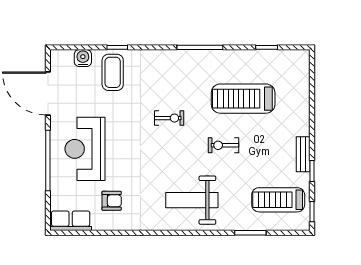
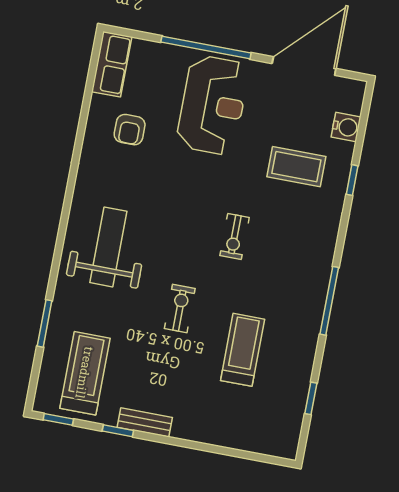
coffee table: (113, 72) -> (296, 167), moved
treadmill: (243, 99) -> (243, 350), width x0.73, depth x0.73
reception desk: (85, 149) -> (213, 105), turned 90

